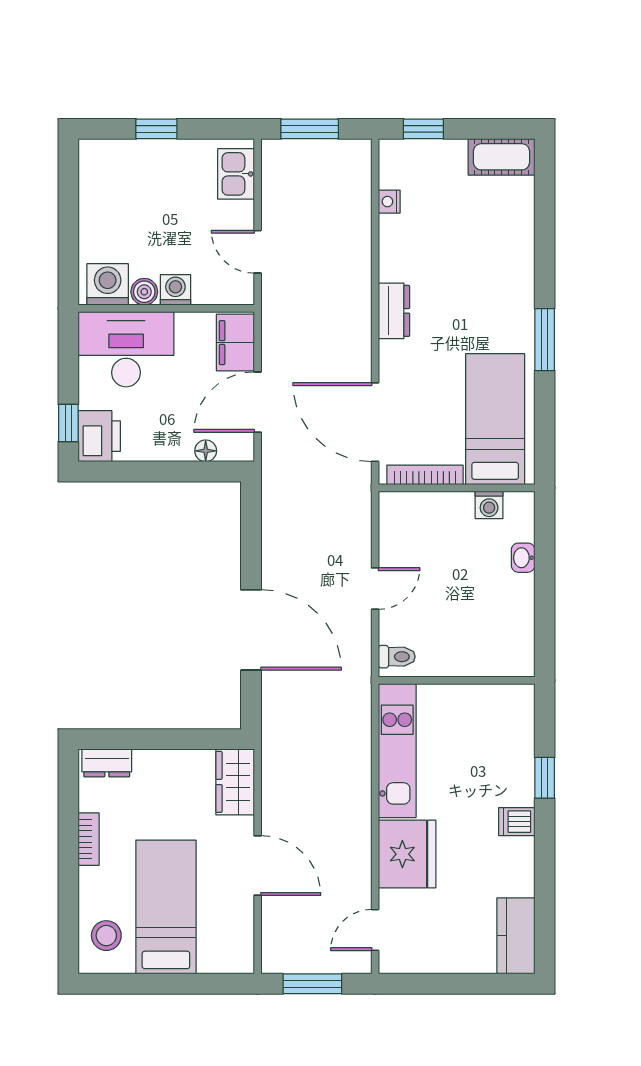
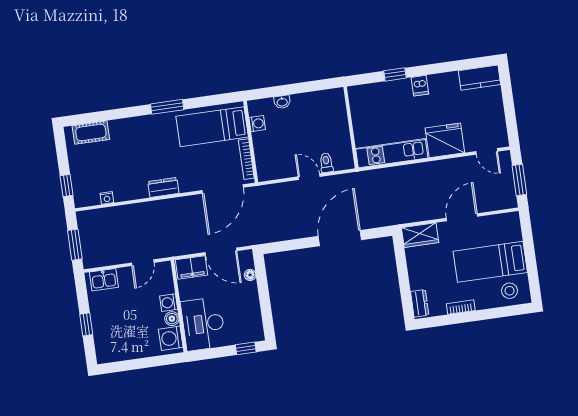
cot: (501, 157) -> (91, 133), moved, turned 90
printer: (99, 436) -> (250, 331), removed
toilet: (397, 657) -> (326, 163), moved

